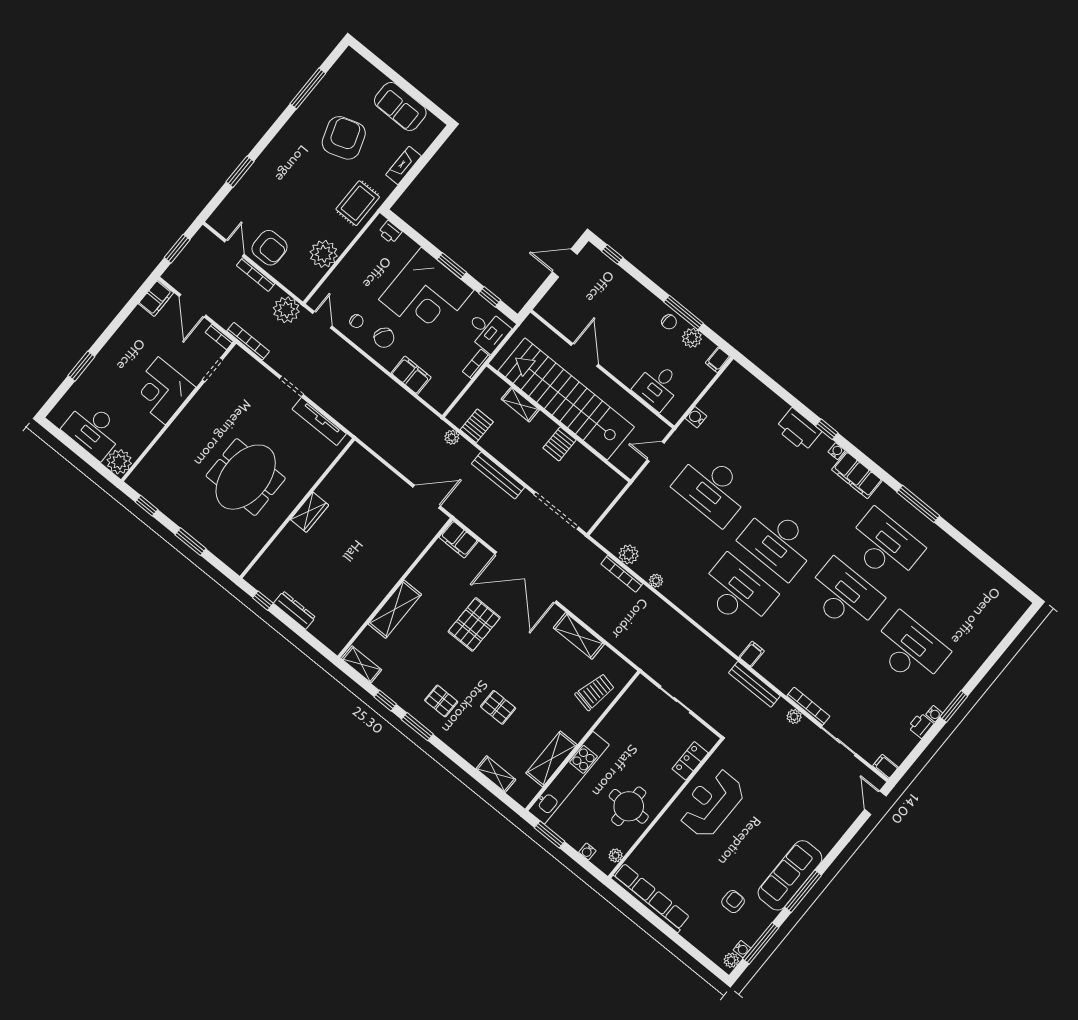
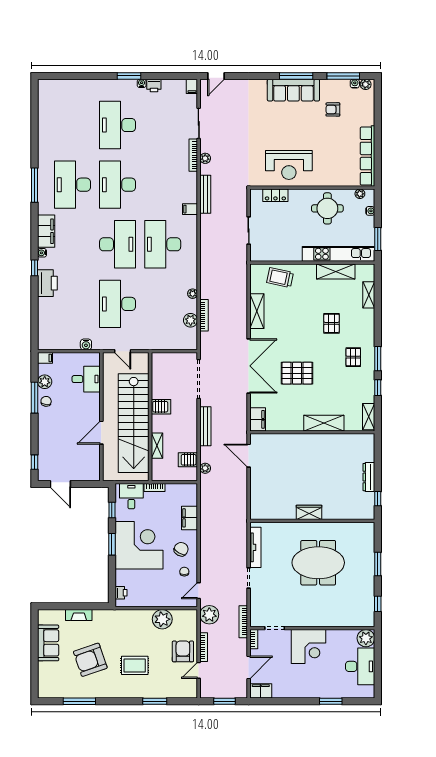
rug: (358, 203) -> (135, 665), moved
desk: (712, 489) -> (118, 304), turned 180

